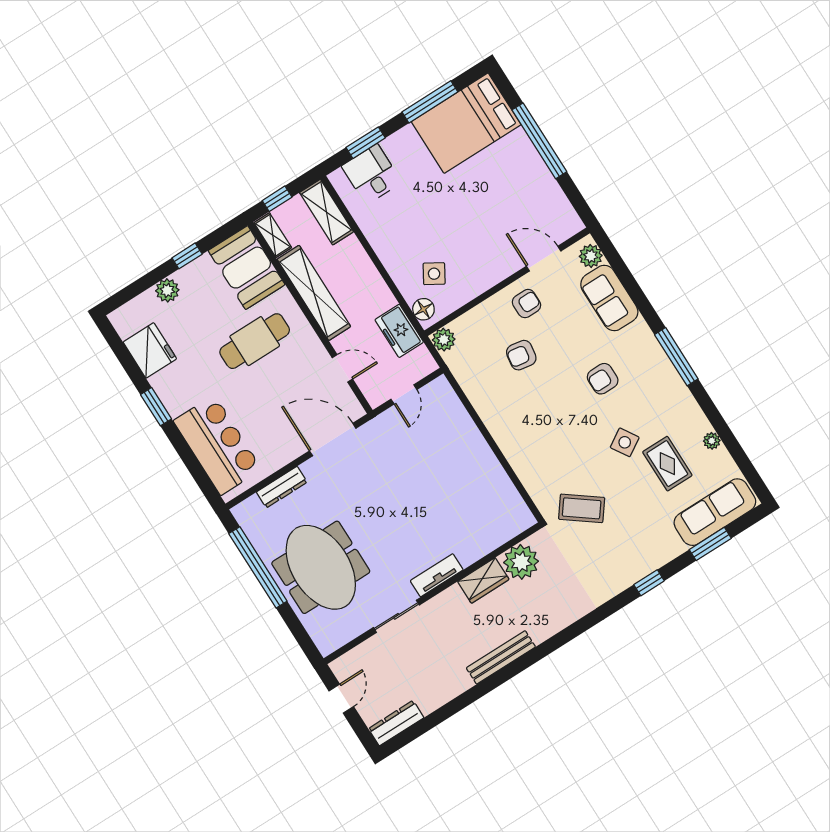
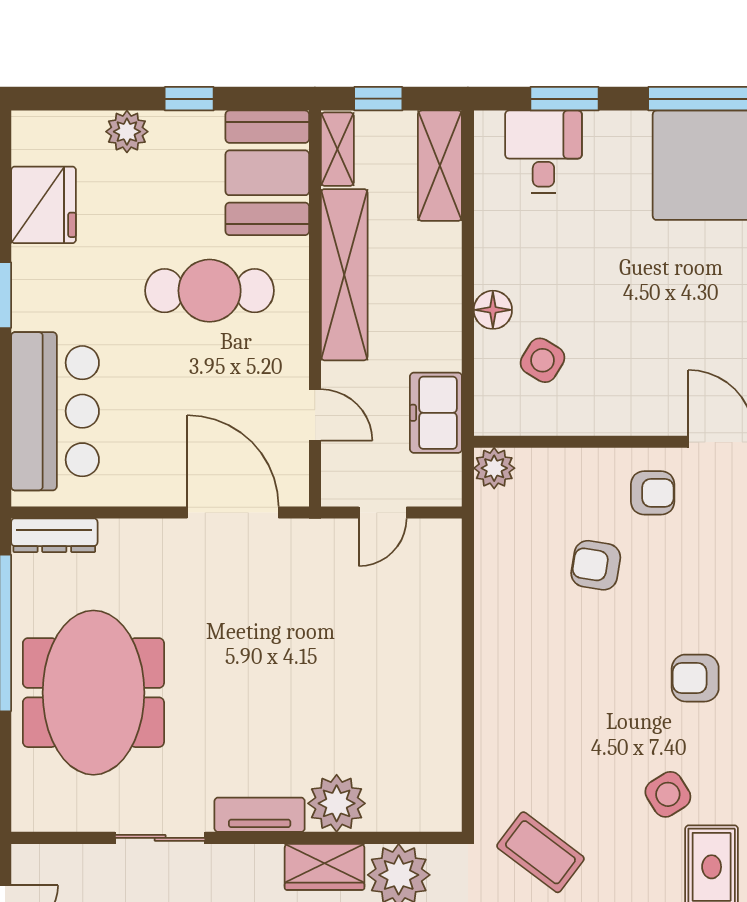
floor lamp: (423, 309) -> (493, 310), moved
dresser: (282, 487) -> (54, 535), moved
plant: (470, 547) -> (337, 803), added

